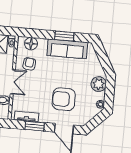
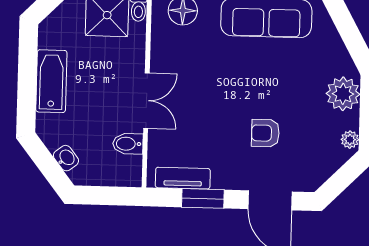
armchair: (29, 64) -> (182, 57), removed
armchair: (64, 99) -> (265, 133), width x0.53, depth x0.53

